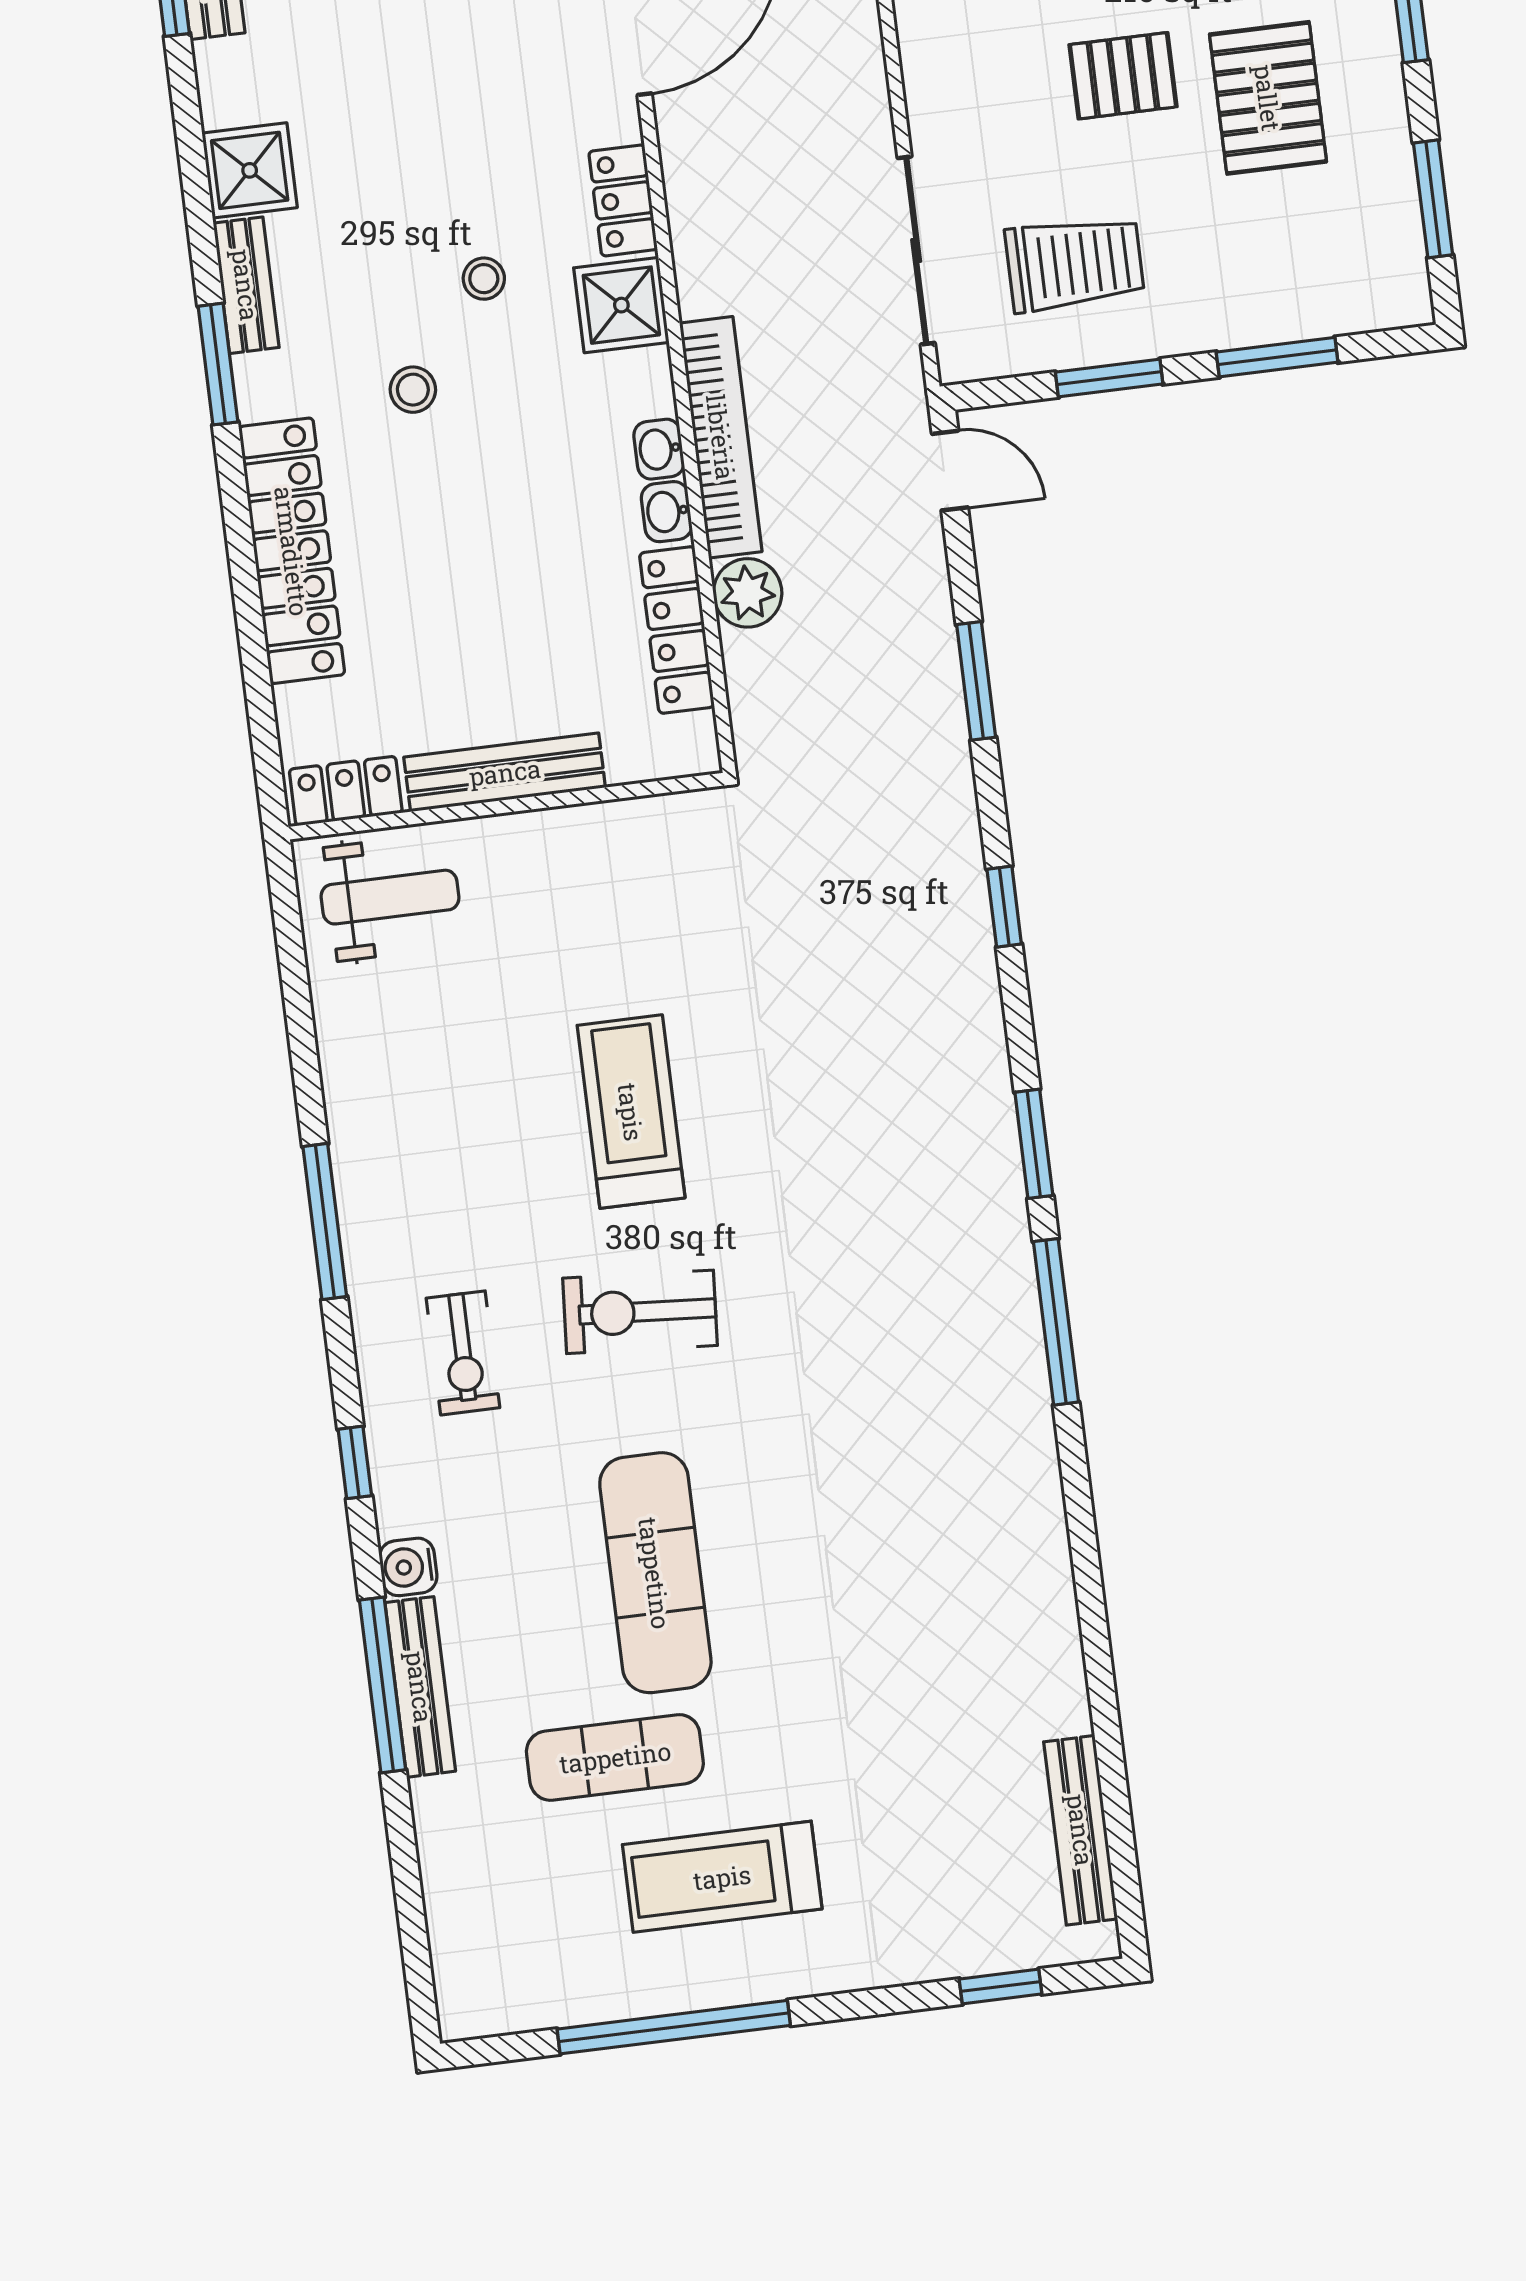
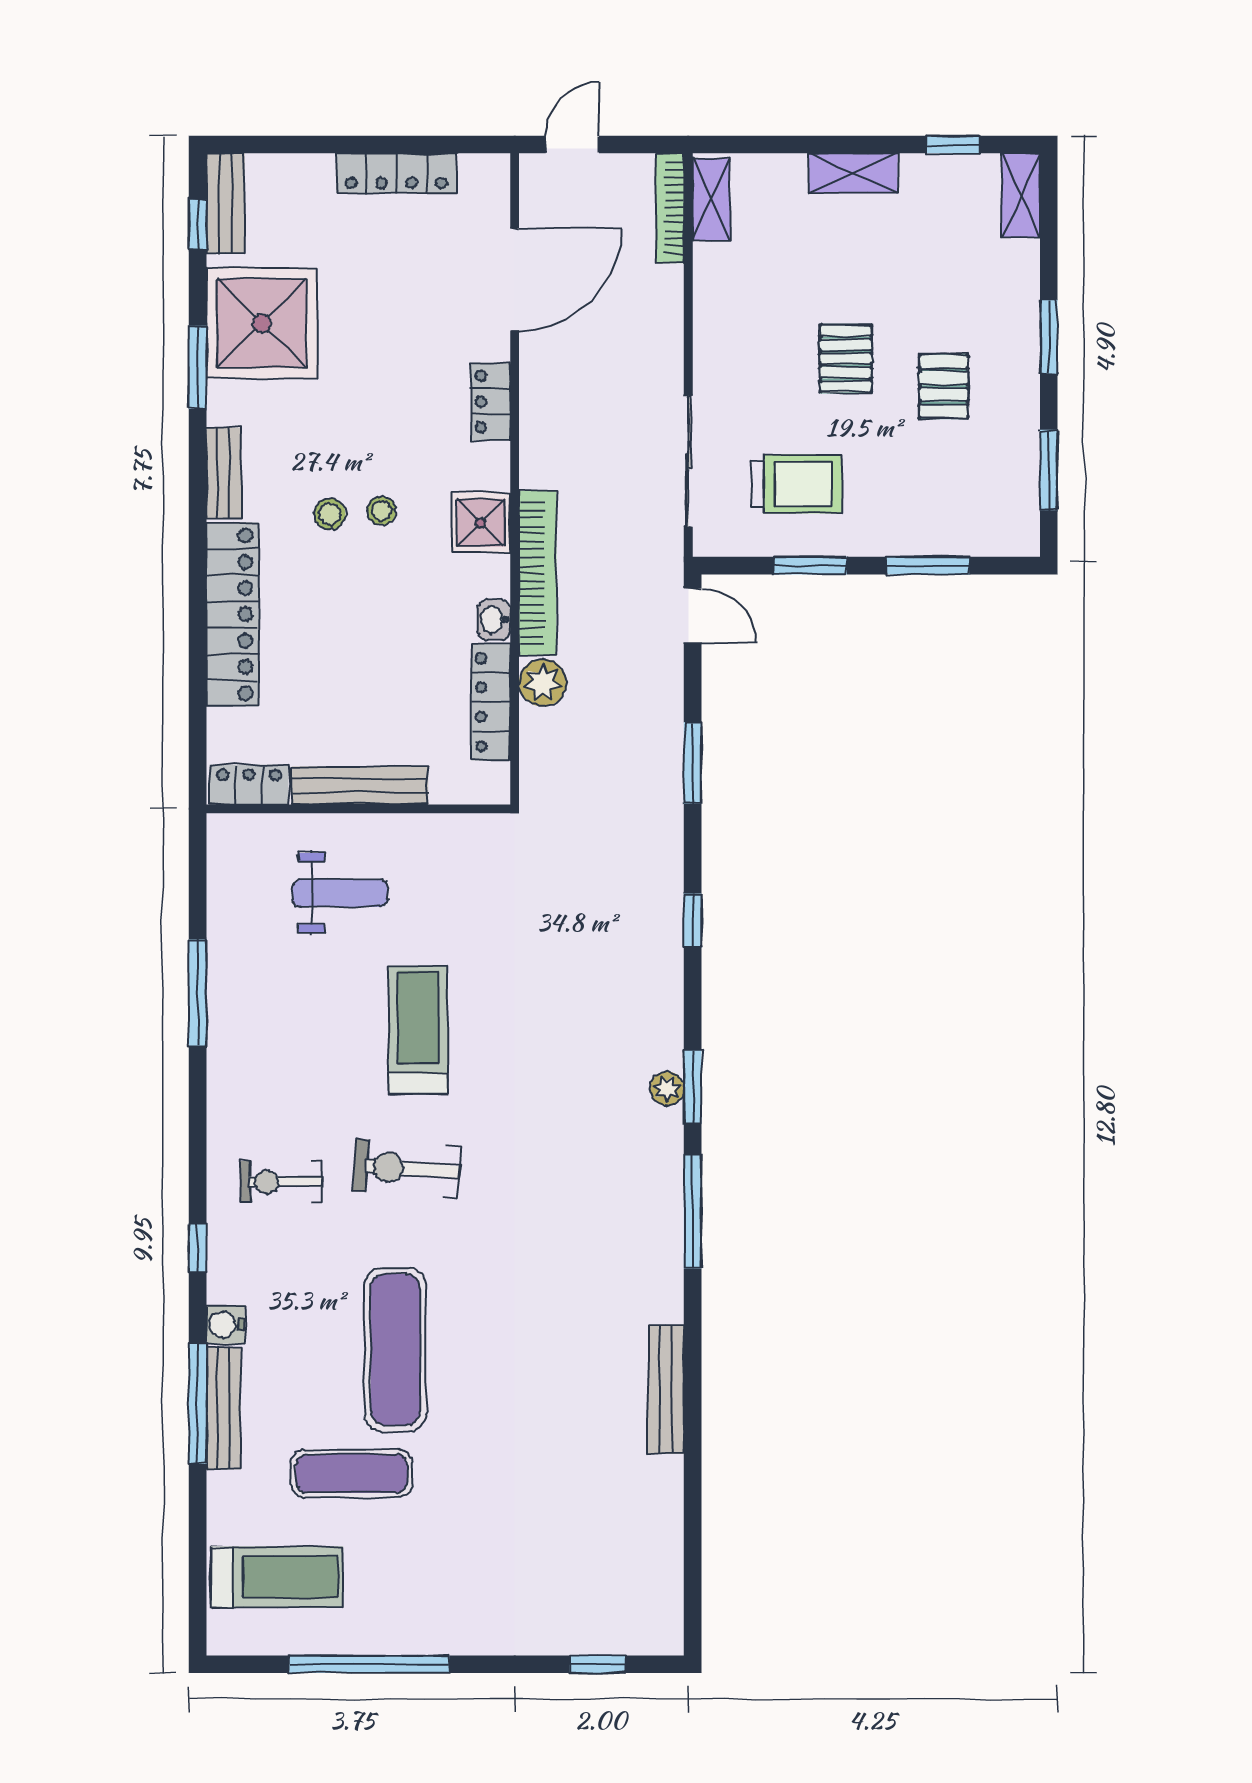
pallet: (1123, 76) -> (846, 359), turned 90
pallet: (1268, 98) -> (944, 386), width x0.67, depth x0.71
shower: (250, 170) -> (262, 323), width x1.86, depth x1.86
stool: (484, 279) -> (381, 511), moved
bench: (246, 285) -> (224, 473), moved
shower: (621, 305) -> (481, 523), moved
window: (218, 364) -> (198, 367), moved
washbasin: (659, 449) -> (494, 576), removed
weight bench: (390, 897) -> (340, 893), moved
plant: (998, 1151) -> (667, 1089), added
window: (325, 1221) -> (198, 993), moved
exercise bike: (463, 1353) -> (282, 1182), turned 90
bench: (1081, 1830) -> (666, 1390), moved
treadmill: (722, 1877) -> (277, 1577), moved, turned 180

